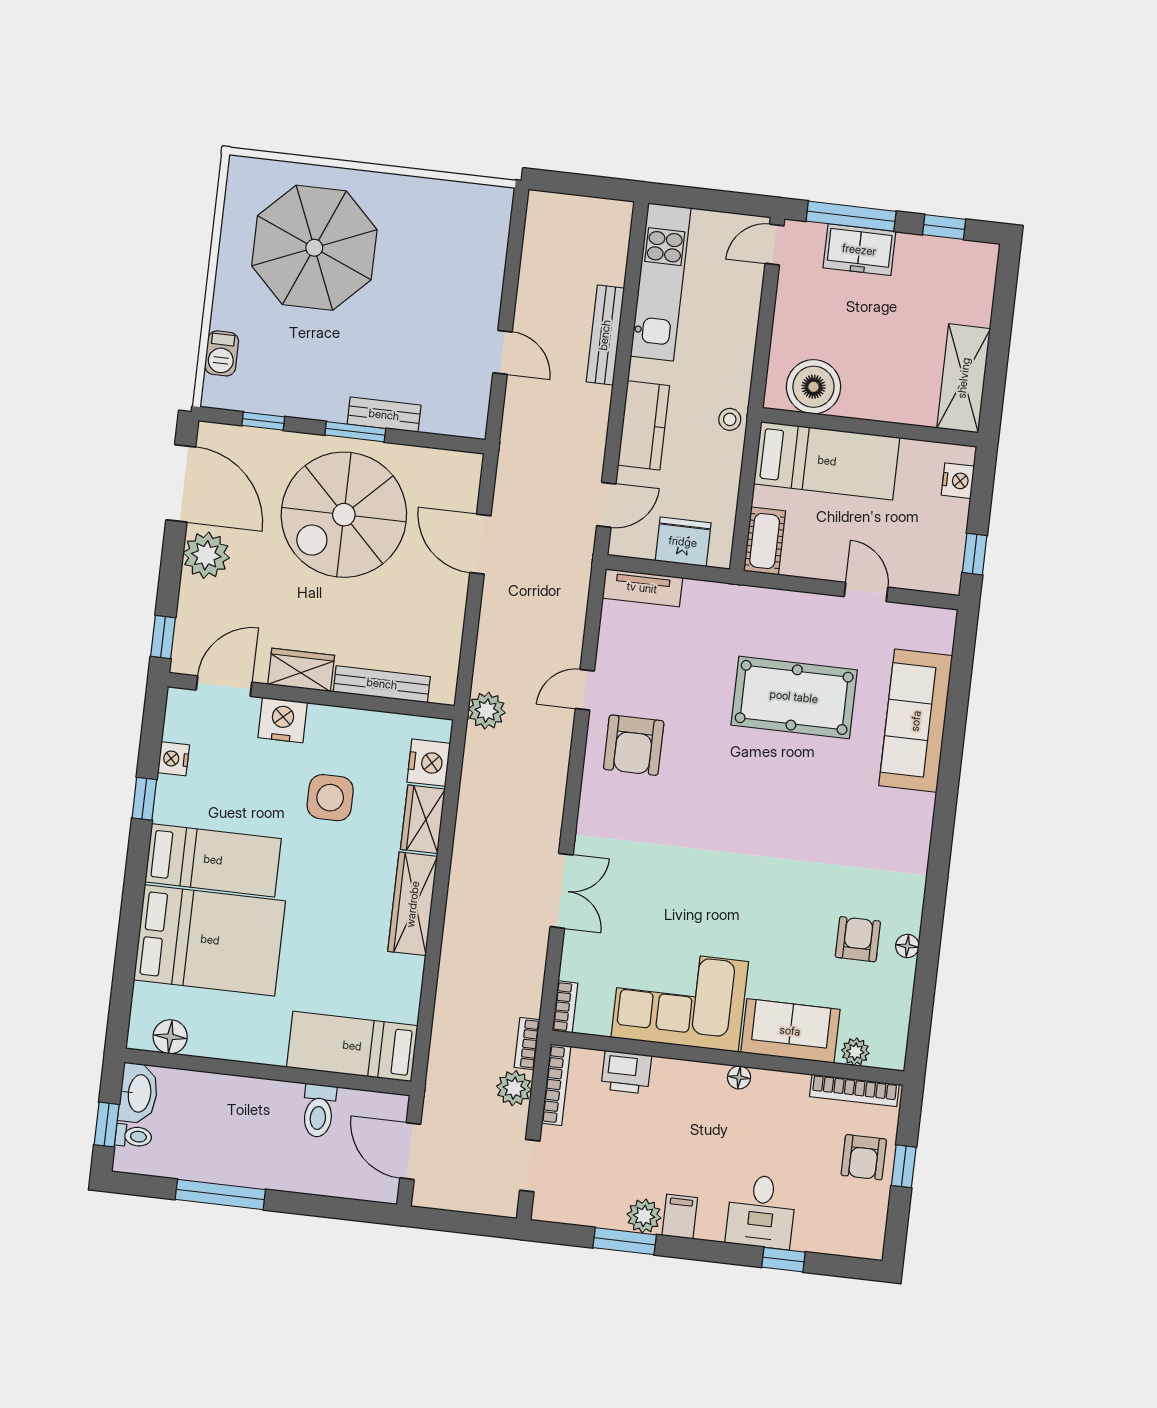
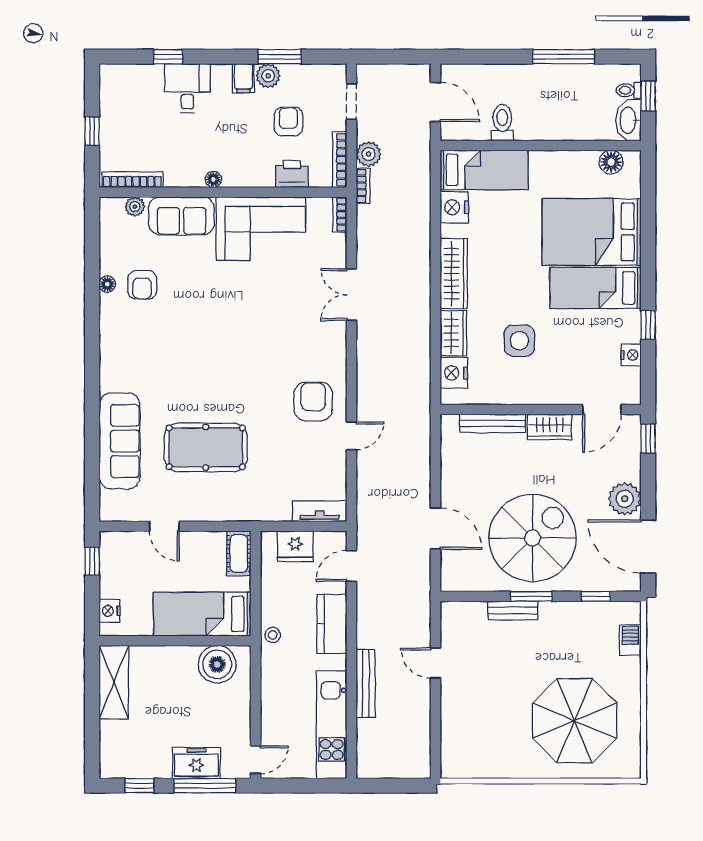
plant: (487, 711) -> (418, 414), removed
nightstand: (283, 720) -> (454, 207), moved, turned 90
armchair: (864, 1157) -> (288, 122), moved

